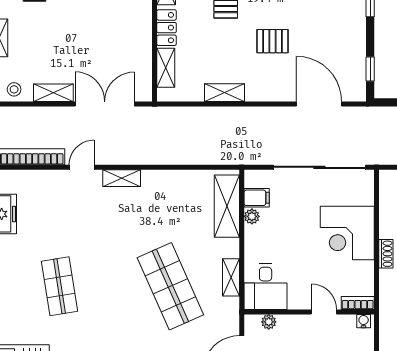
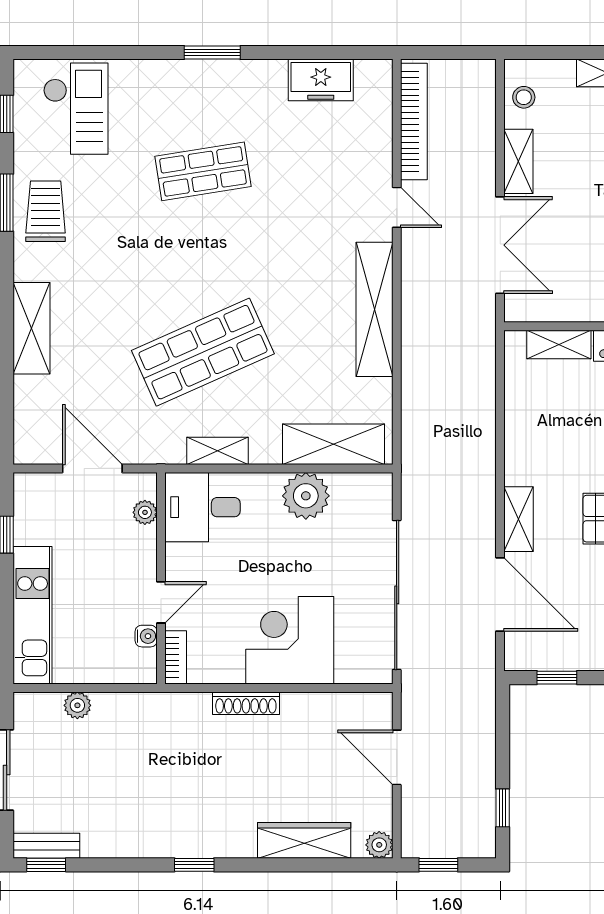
shelving: (224, 93) -> (519, 519), moved
door: (319, 104) -> (500, 594), hinge flipped
shelving: (122, 178) -> (374, 309), width x2.20, depth x1.33
filing cabinet: (257, 198) -> (347, 493), removed
plant: (252, 216) -> (306, 496), width x1.87, depth x1.87
shoe rack: (386, 254) -> (246, 703), width x1.43
water cooler: (364, 321) -> (146, 636), moved

